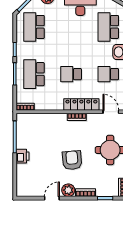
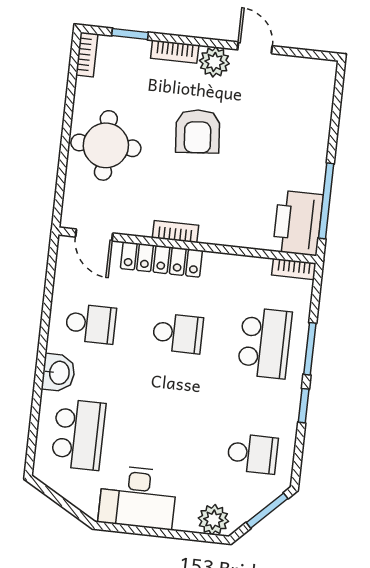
school desk: (34, 27) -> (252, 454), width x0.54
printer: (23, 156) -> (298, 223), moved, width x1.87, depth x1.48
door: (52, 198) -> (255, 48), swing flipped

